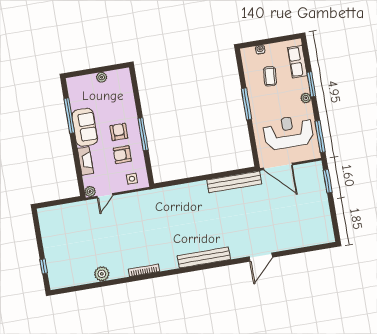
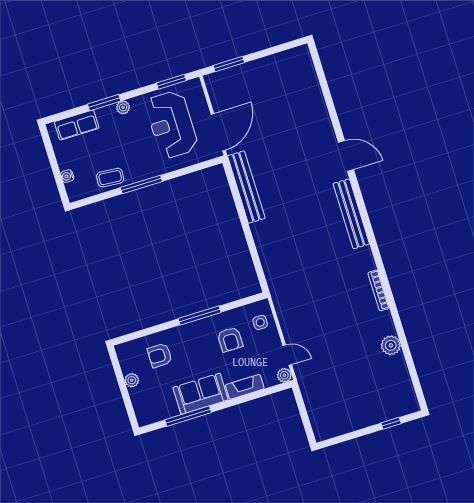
coffee table: (270, 76) -> (110, 178), moved
armchair: (119, 132) -> (160, 355), moved
window: (320, 137) -> (171, 82), width x0.69
door: (261, 257) -> (346, 156), moved

